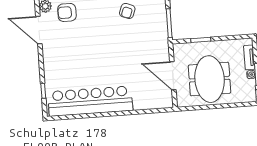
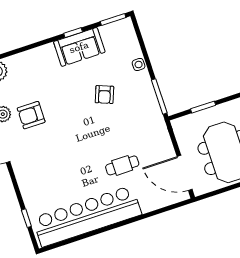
cafe table: (127, 69) -> (122, 165), added
door: (173, 76) -> (185, 173), moved

